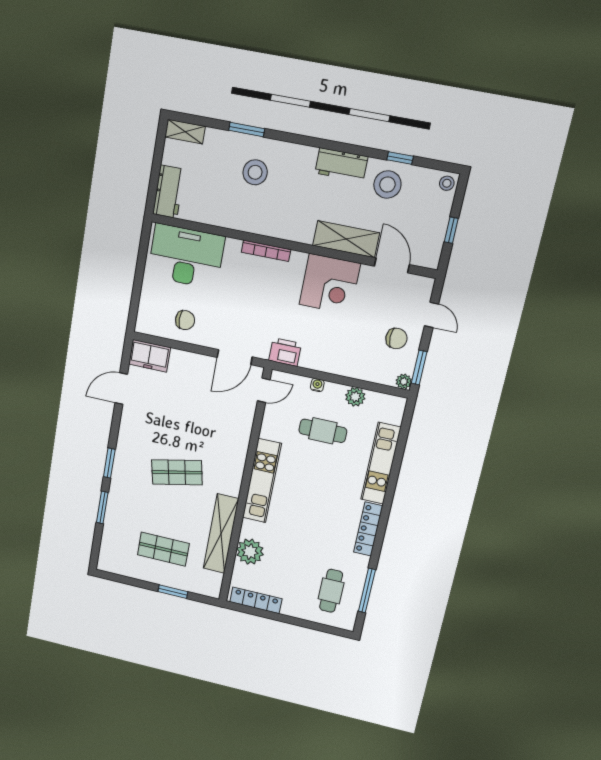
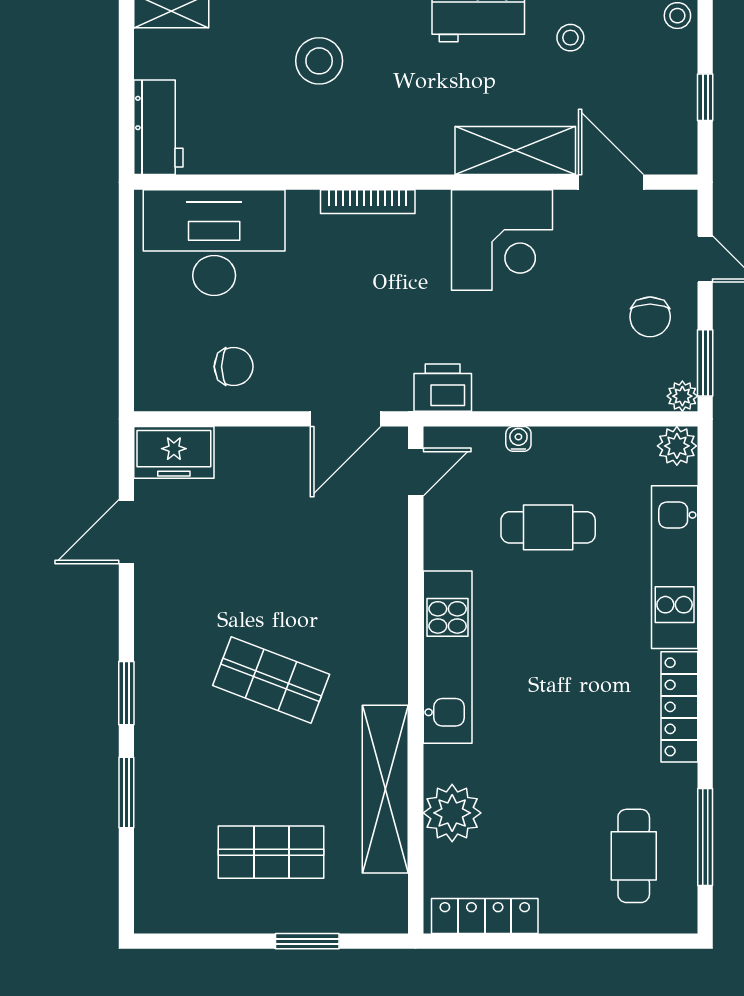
stool: (387, 185) -> (570, 38), width x0.53, depth x0.53
chair: (396, 338) -> (650, 317), turned 90
plant: (355, 397) -> (677, 446), moved
shop shelf: (177, 472) -> (271, 680), turned 33

